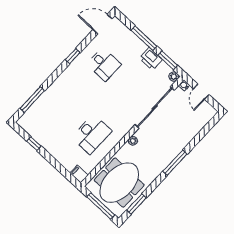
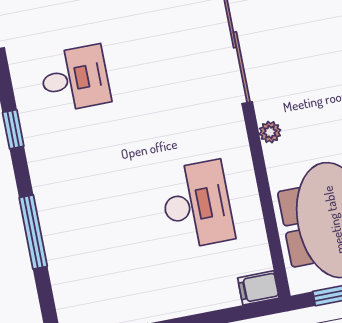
window: (32, 99) -> (33, 232), moved

